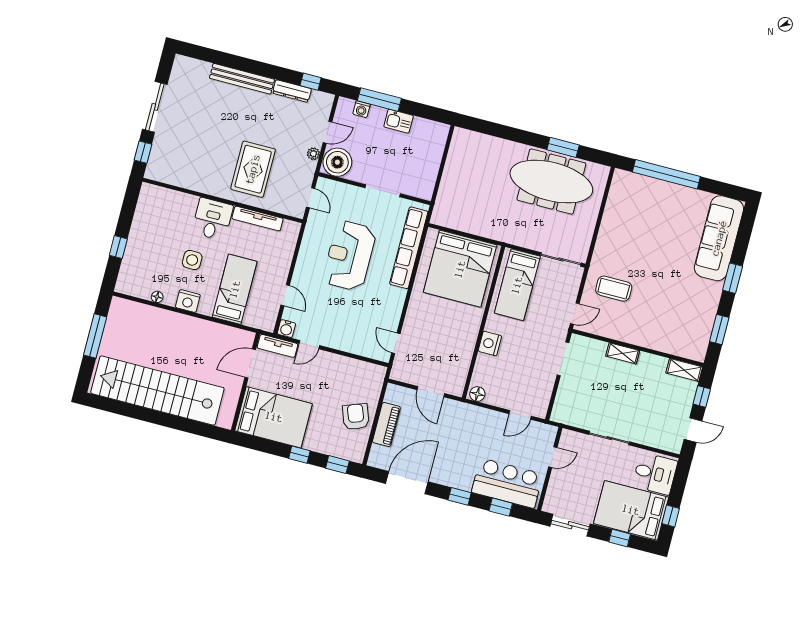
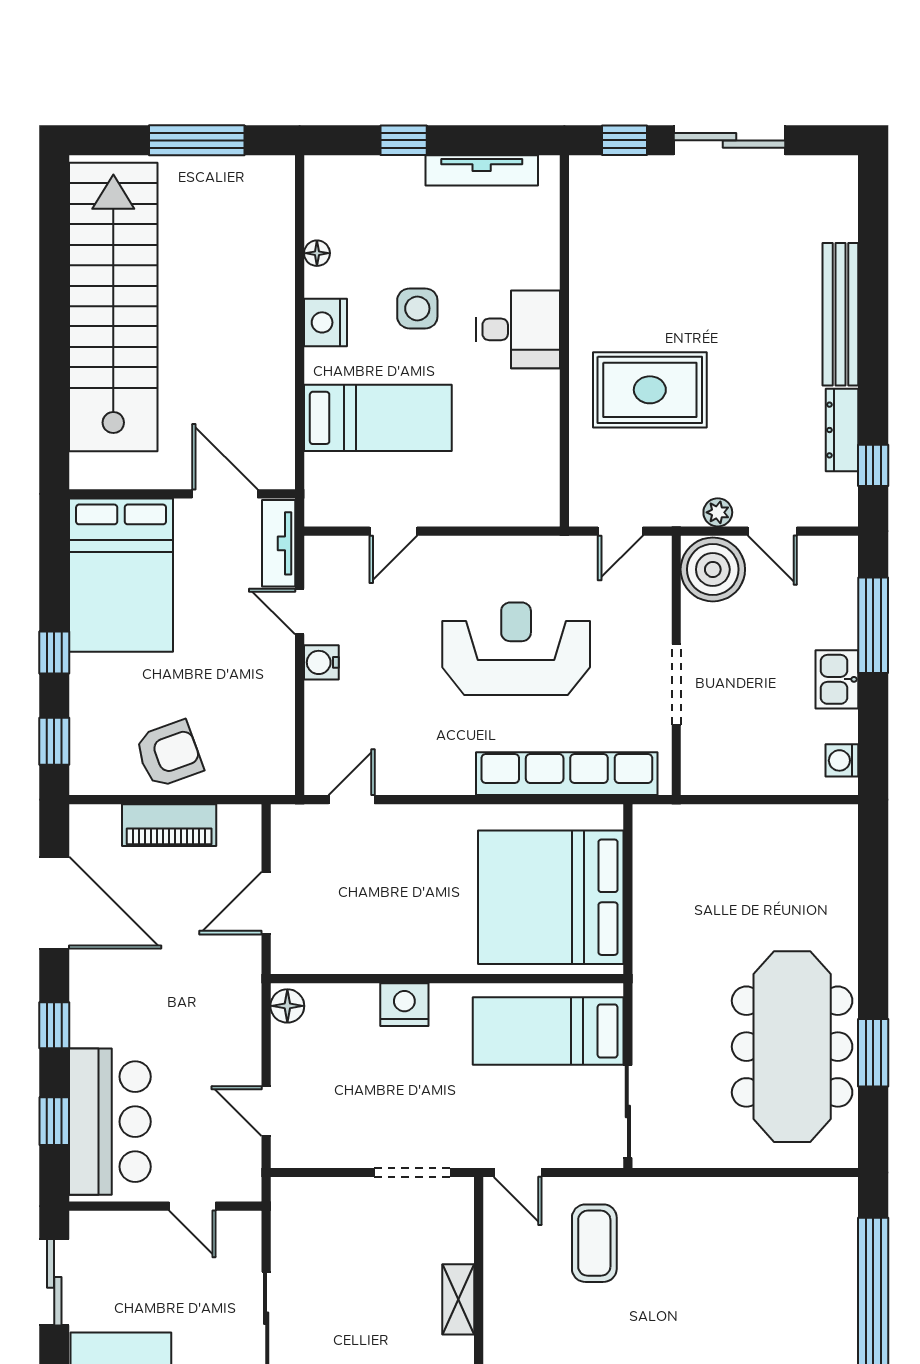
washing machine: (361, 109) -> (842, 760), moved
tv unit: (258, 219) -> (482, 170), moved, turned -90
water cooler: (286, 329) -> (321, 662), moved

